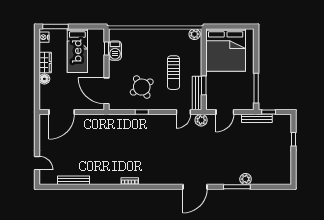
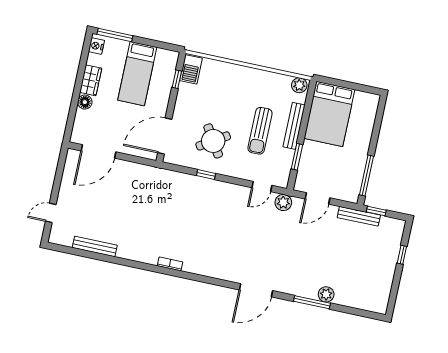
bed: (226, 50) -> (329, 114), width x0.73
barbecue: (115, 51) -> (191, 69), moved
door: (107, 91) -> (165, 136), hinge flipped
bench: (197, 93) -> (294, 126), moved
door: (37, 163) -> (51, 213), swing flipped

